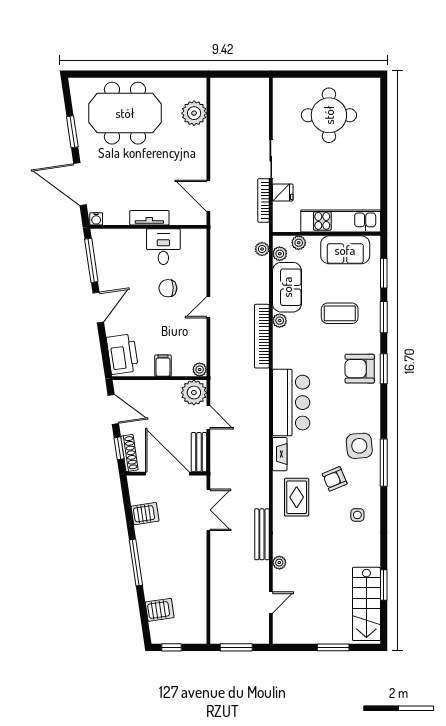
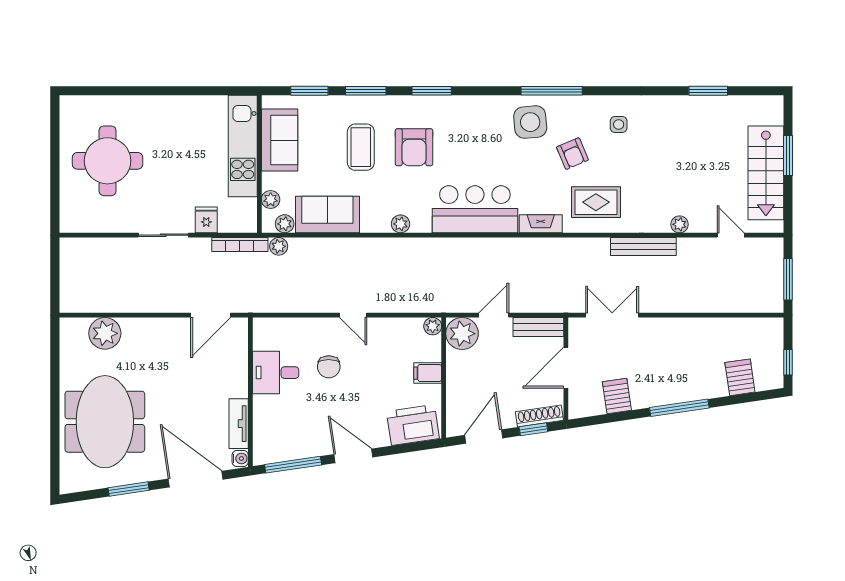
door: (80, 184) -> (196, 479), swing flipped
bookcase: (263, 200) -> (240, 245), moved
tv unit: (149, 218) -> (239, 424), moved
plant: (280, 321) -> (401, 224), moved
bookcase: (262, 336) -> (390, 247), removed
armchair: (360, 369) -> (414, 147), moved
door: (167, 474) -> (566, 368), width x0.73
stairs: (366, 604) -> (766, 173), moved, turned 90

